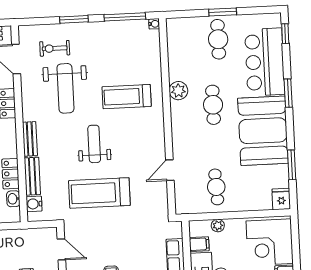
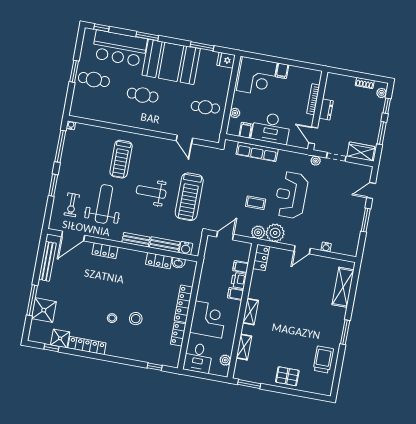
weight bench: (65, 88) -> (104, 204), turned -90
plant: (178, 91) -> (126, 119), removed

